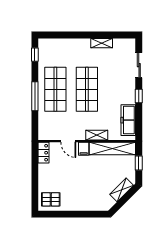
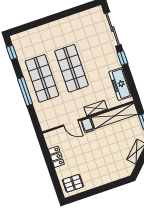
shelving: (102, 43) -> (71, 20), removed
sliding door: (139, 65) -> (113, 29), width x1.37
locker: (43, 153) -> (56, 157), moved

